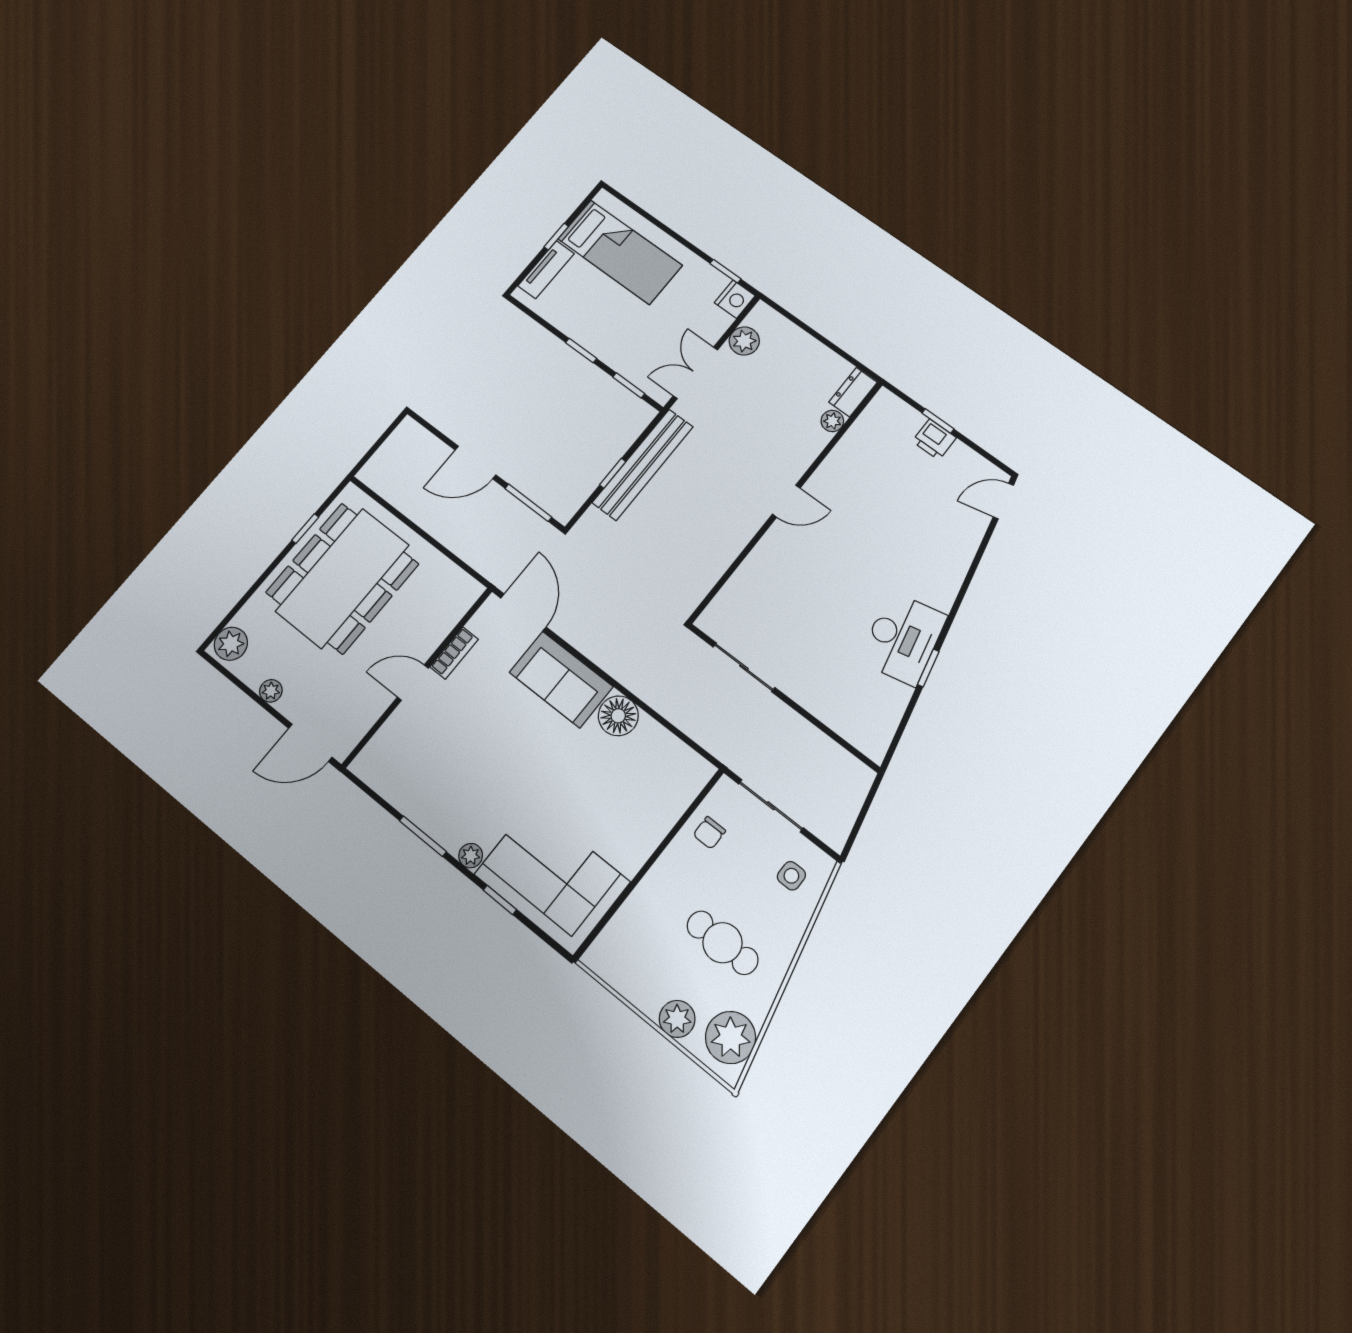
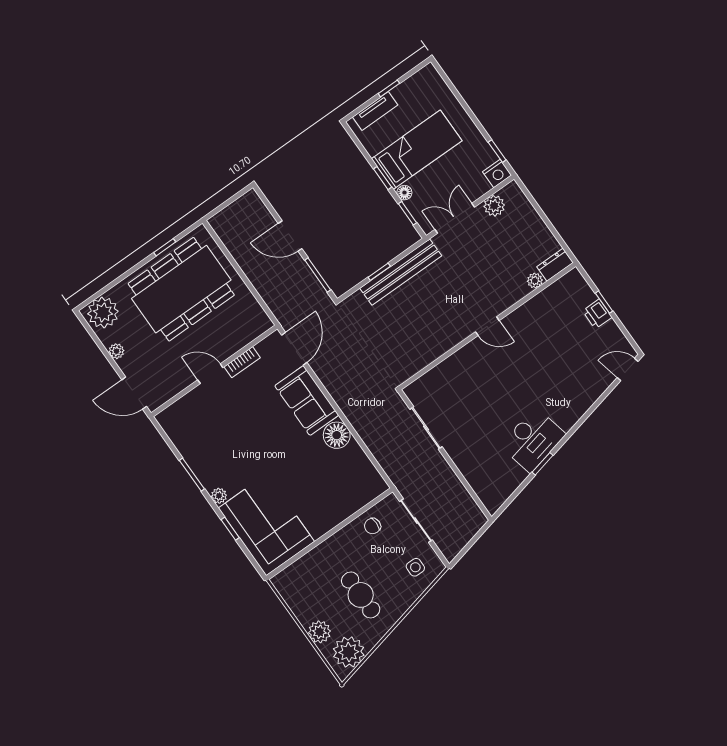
bed: (620, 252) -> (417, 150), moved, turned -90
floor lamp: (616, 360) -> (404, 193), added
plant: (231, 644) -> (103, 313), width x1.36, depth x1.36

